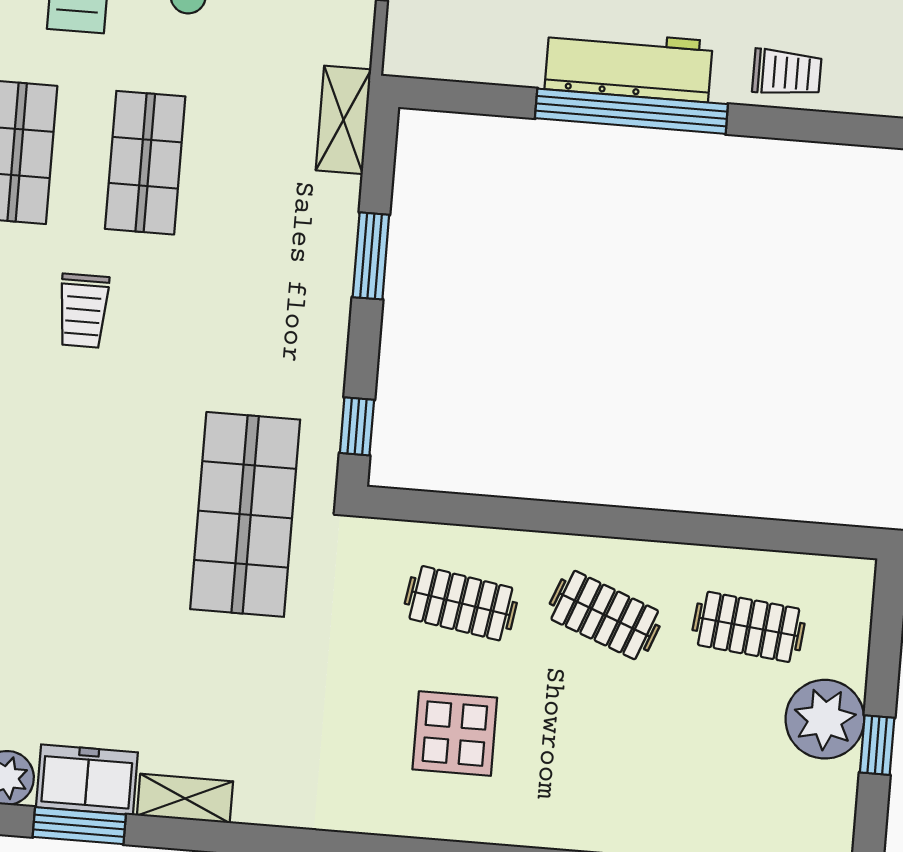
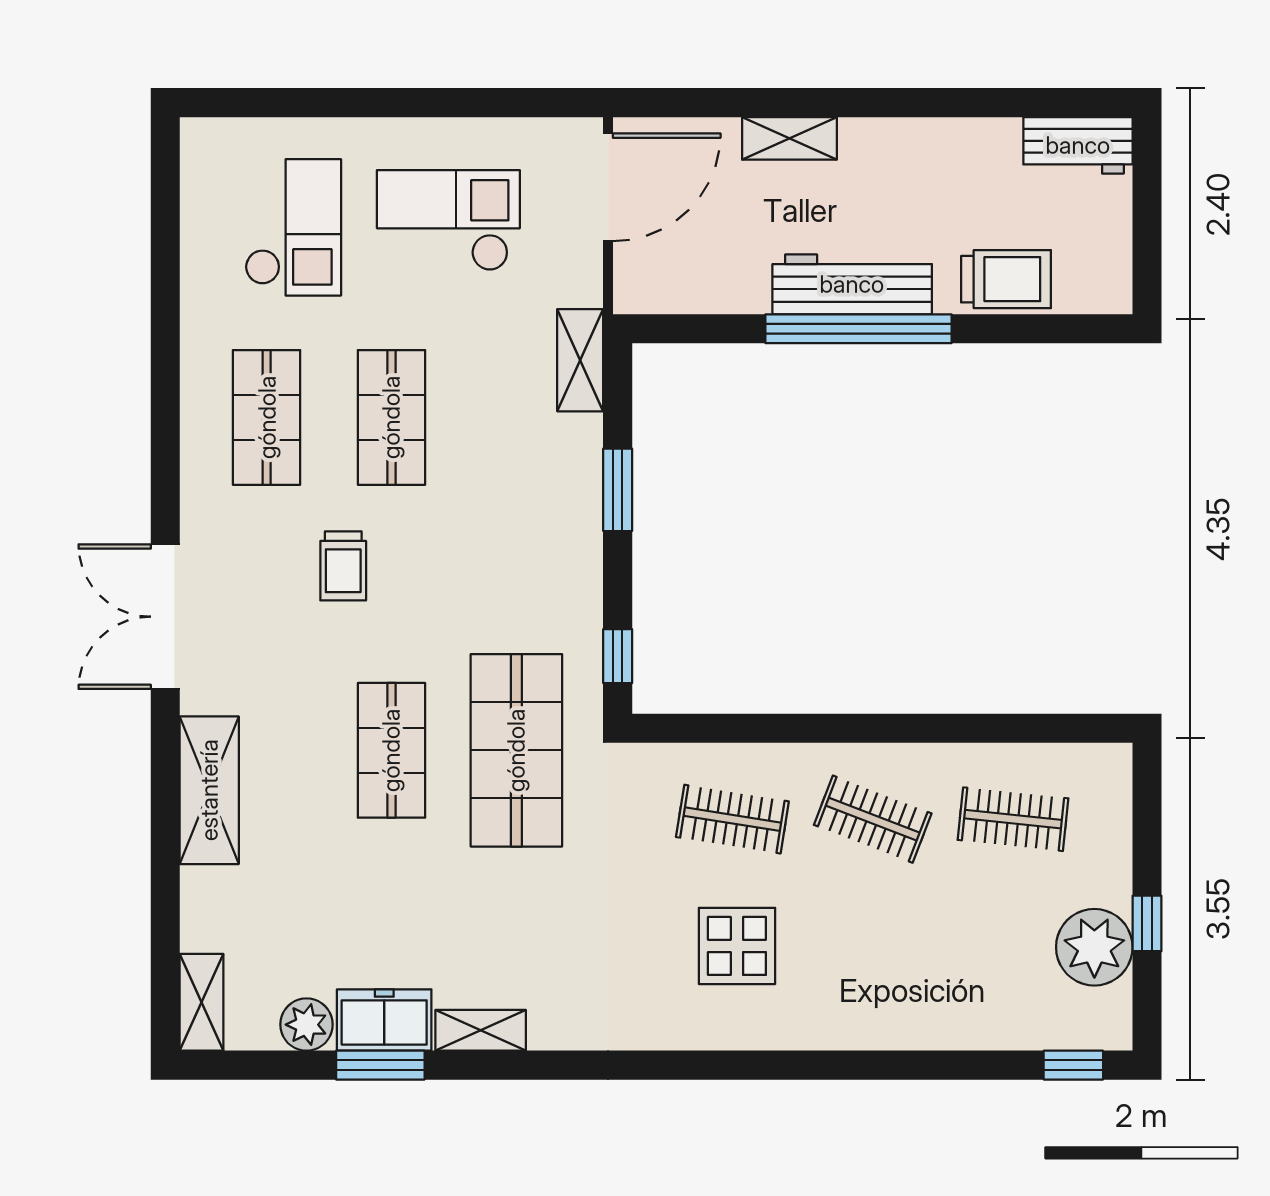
trolley: (787, 73) -> (1006, 279), width x1.36, depth x1.39
shop shelf: (117, 504) -> (391, 750), added
plant: (825, 719) -> (1094, 947), moved

